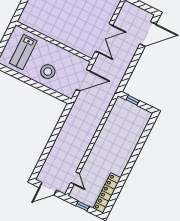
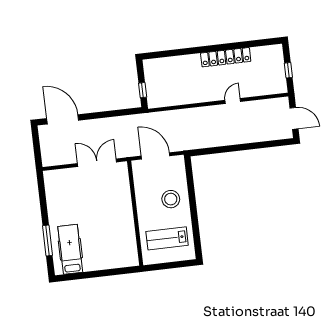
lab bench: (23, 52) -> (167, 238), turned 180
door: (75, 178) -> (233, 101), moved
locker: (107, 193) -> (226, 57), moved

